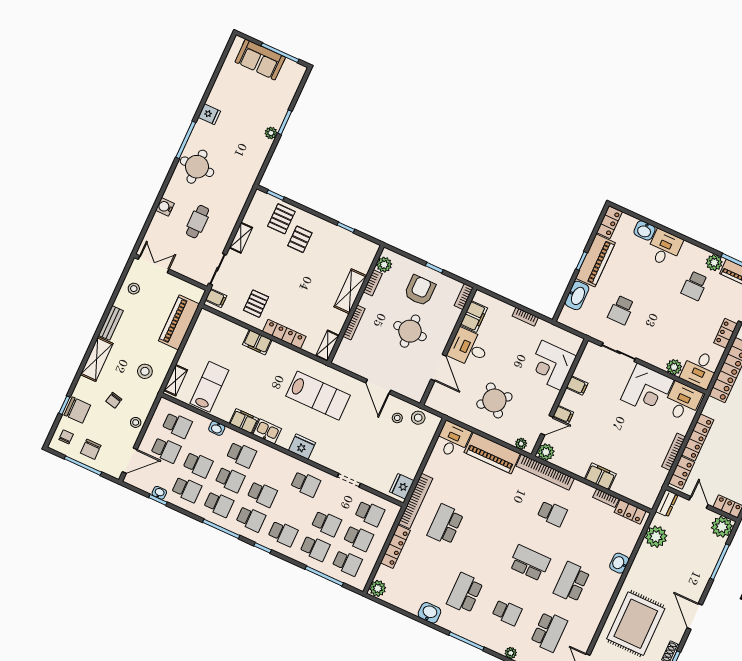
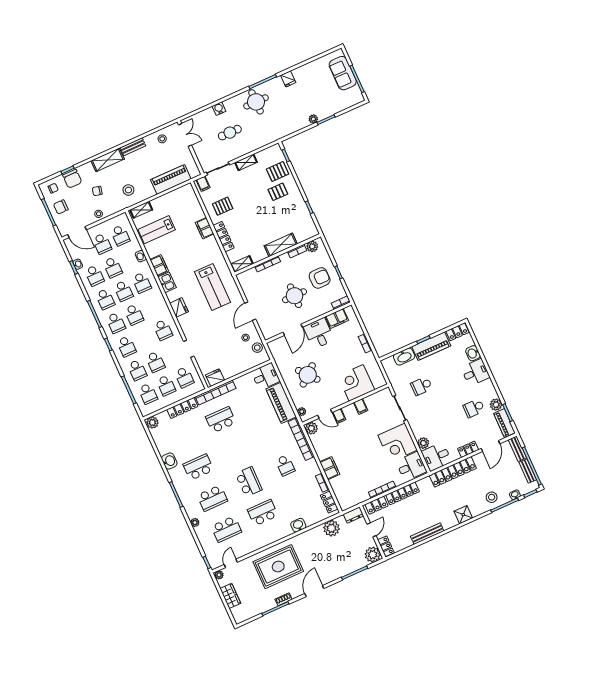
lab bench: (209, 387) -> (157, 230), turned 180
school desk: (507, 612) -> (212, 498), width x1.85

